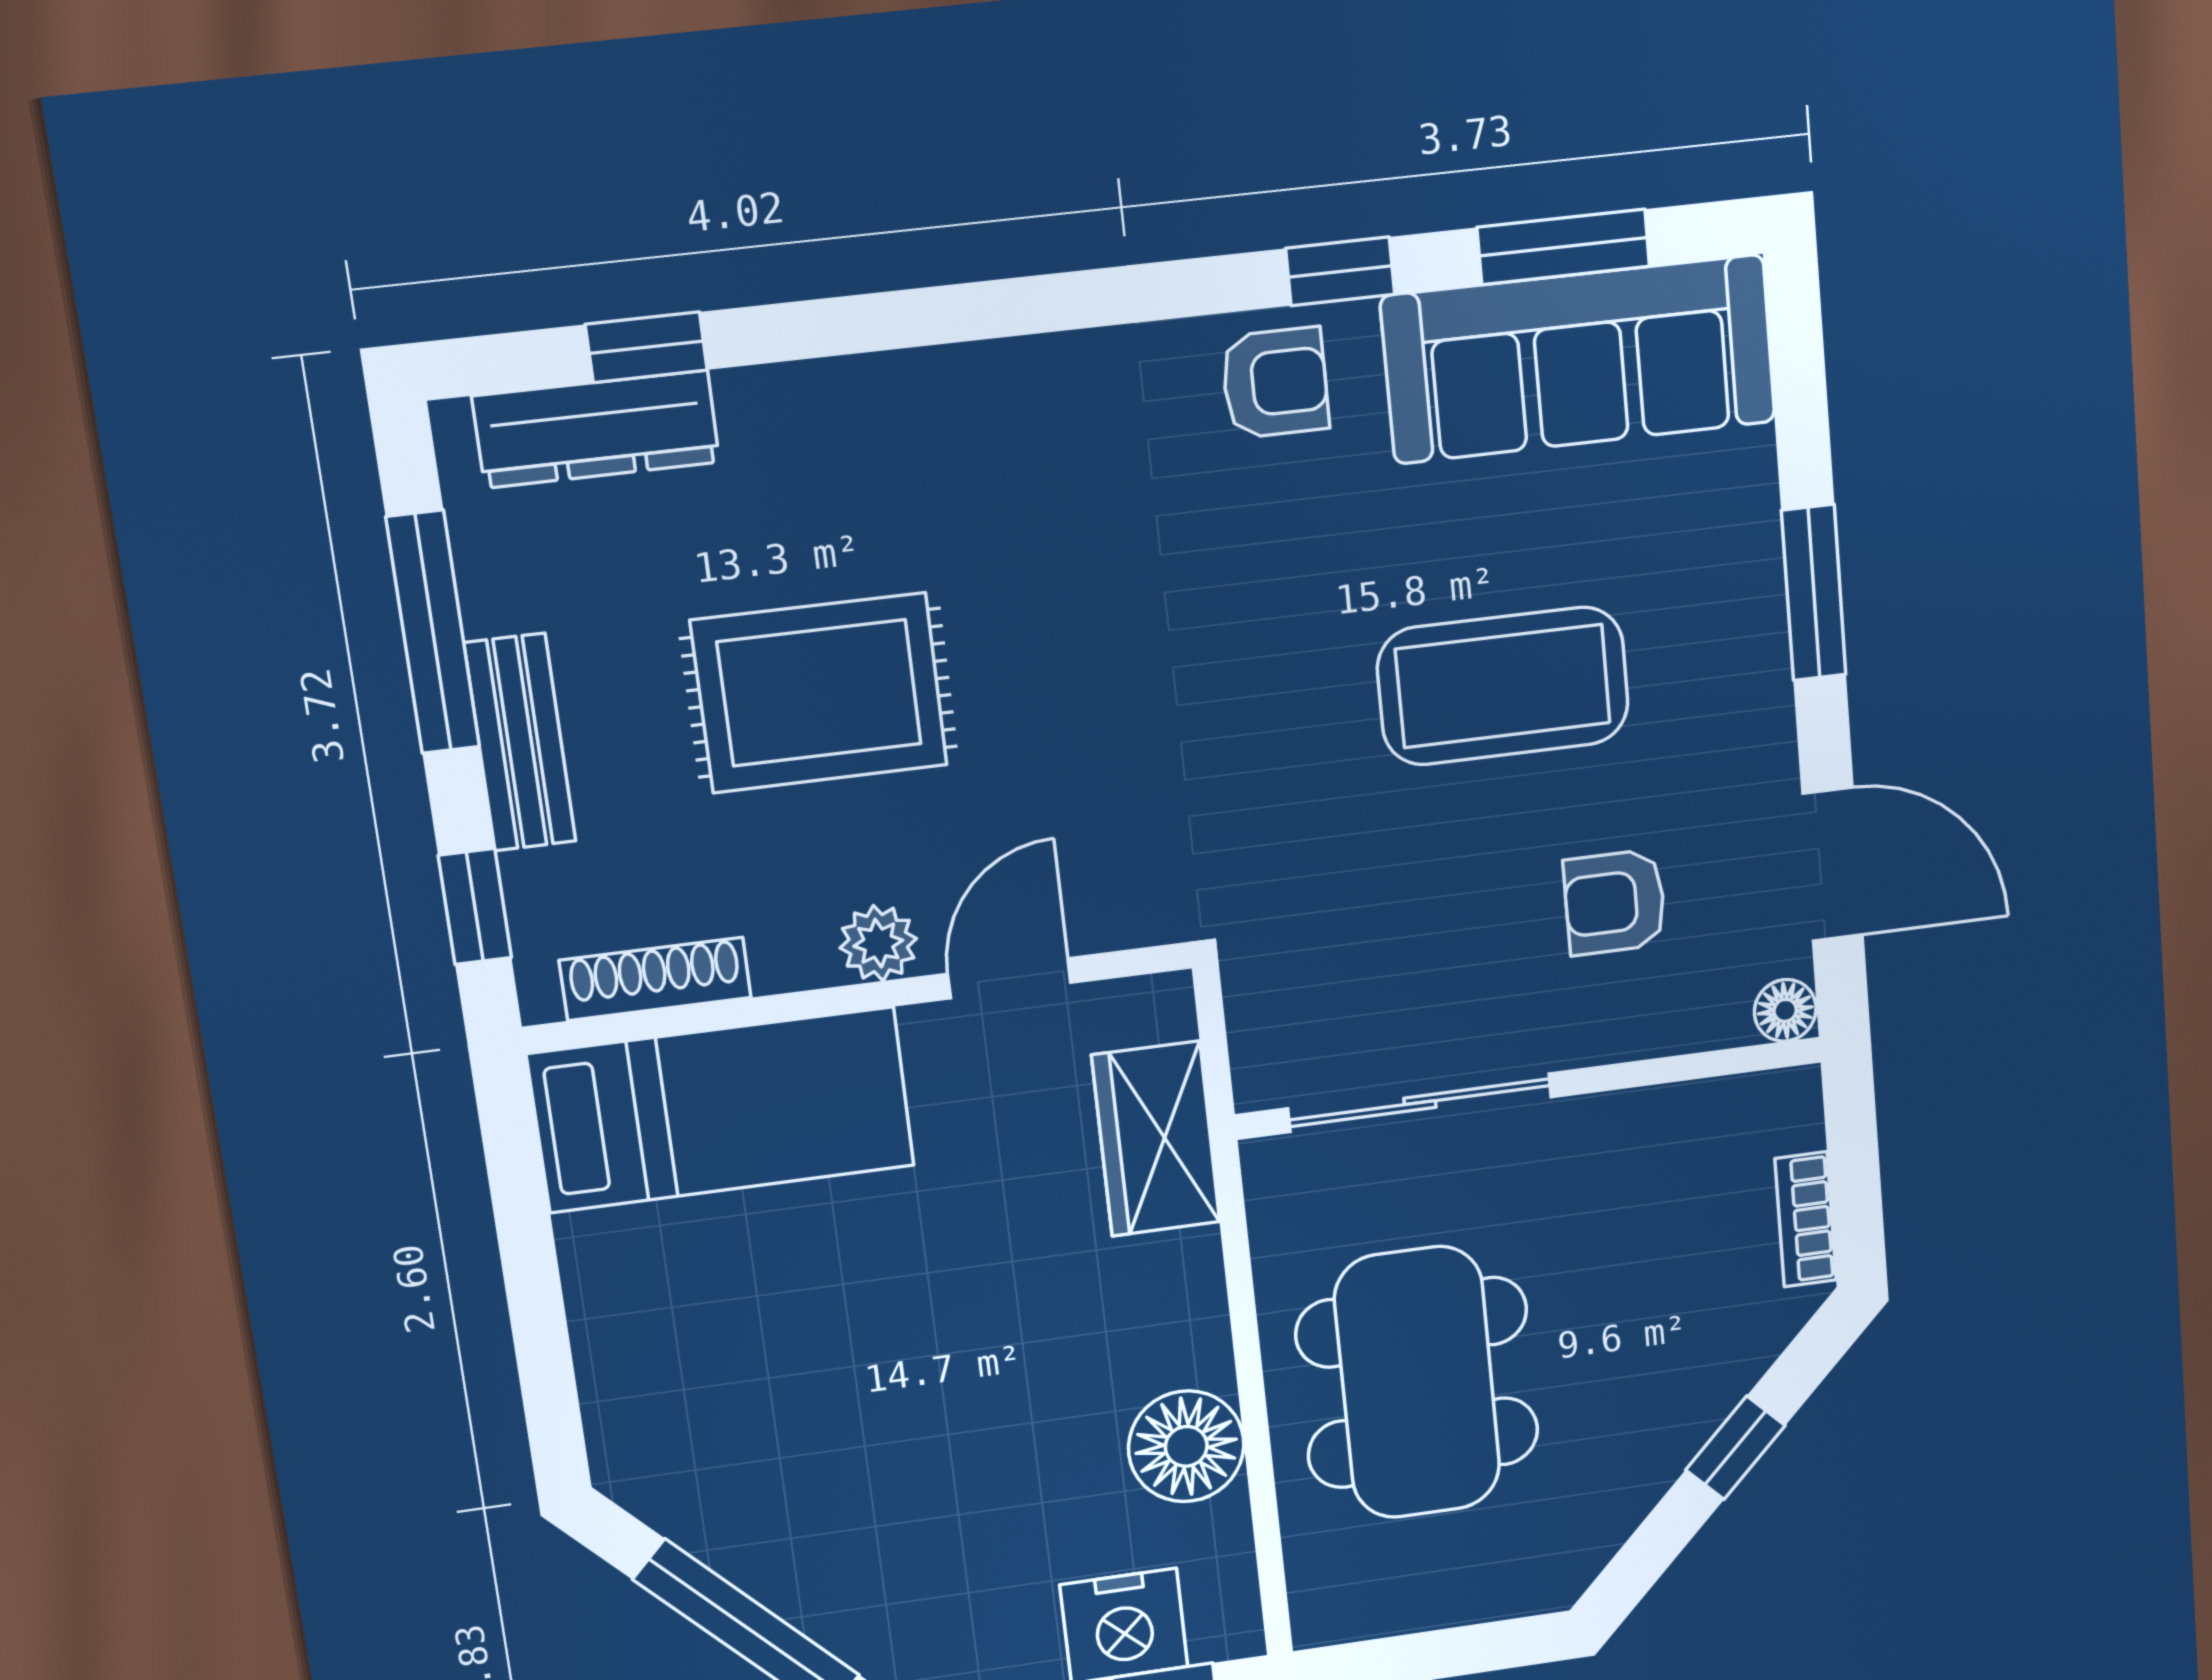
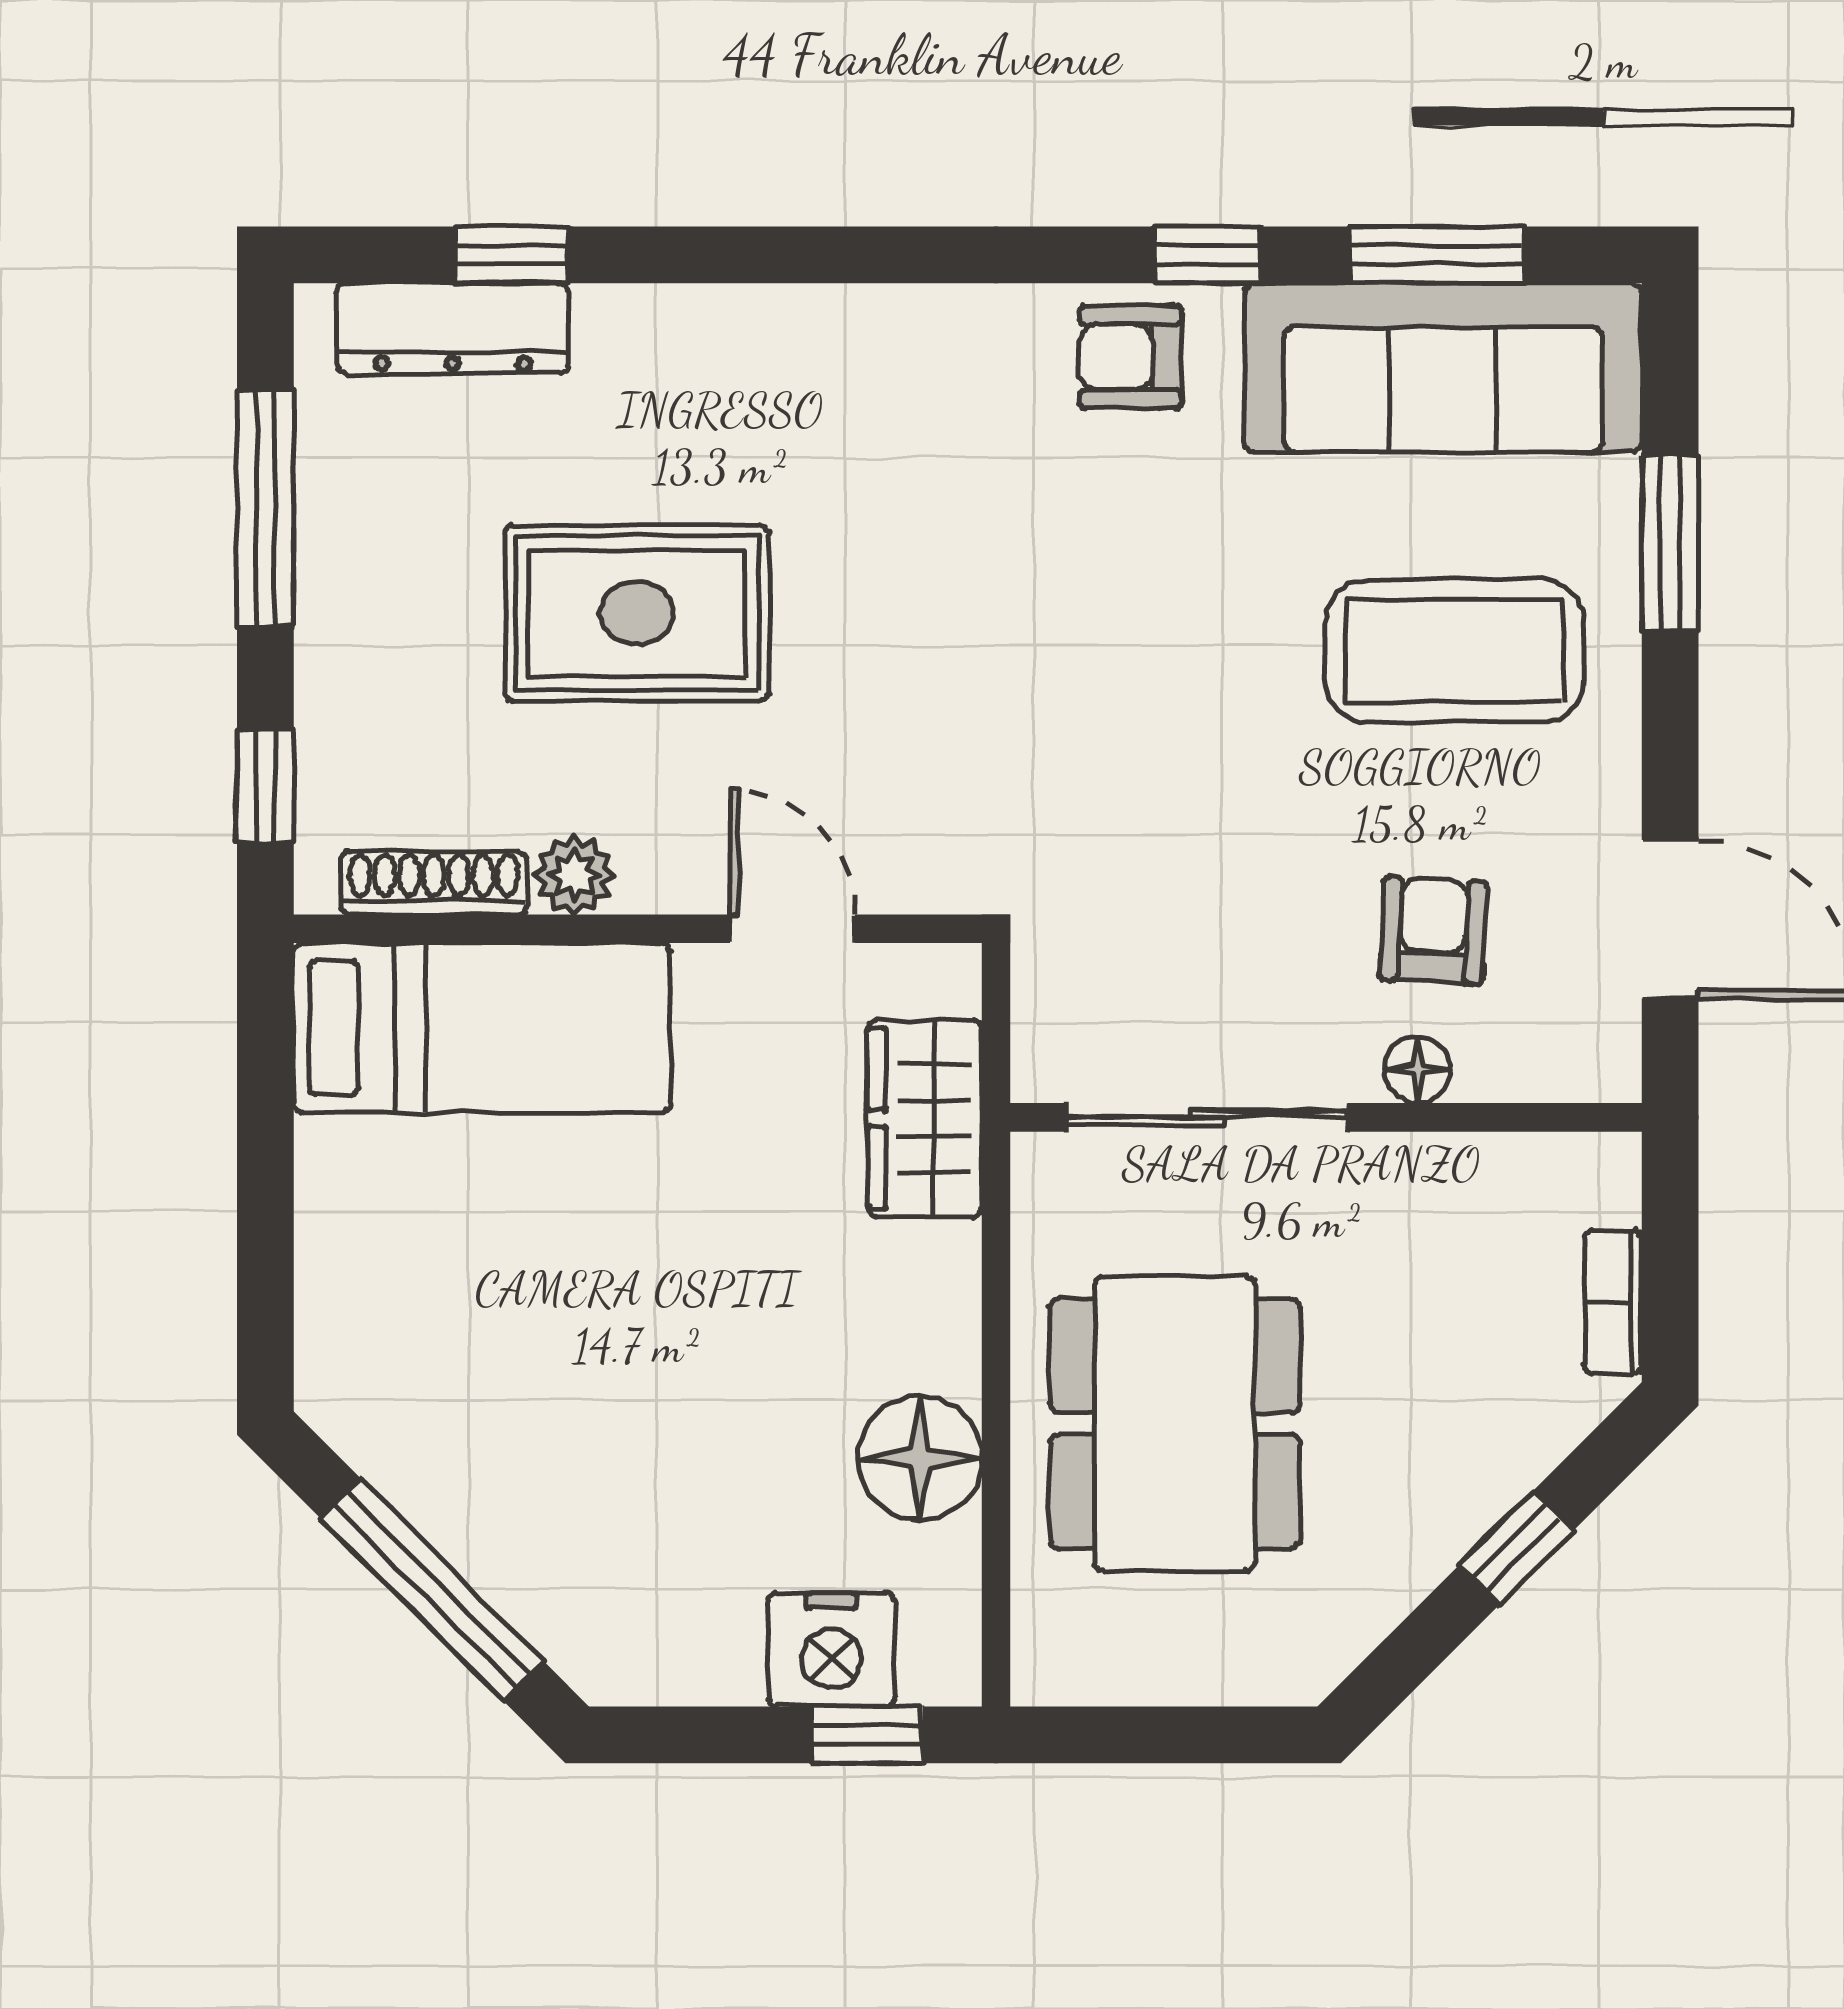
armchair: (1275, 383) -> (1130, 357), turned 180
window: (1814, 593) -> (1670, 544), moved
coffee table: (1503, 686) -> (1455, 651), moved
bench: (520, 742) -> (334, 627), removed
armchair: (1615, 902) -> (1433, 930), turned 93
plant: (878, 943) -> (574, 875), moved
door: (1009, 978) -> (793, 929), hinge flipped
floor lamp: (1785, 1010) -> (1417, 1070), moved

